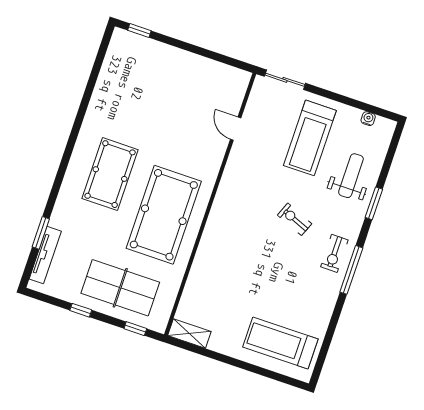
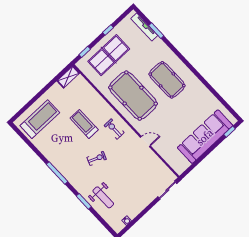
sofa: (168, 65) -> (205, 137), added
door: (236, 129) -> (145, 142), moved
treadmill: (310, 138) -> (84, 124), moved, width x0.73, depth x0.73
exercise bike: (334, 253) -> (114, 129), moved

